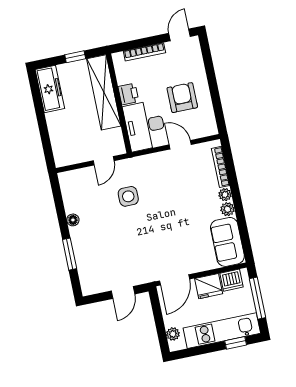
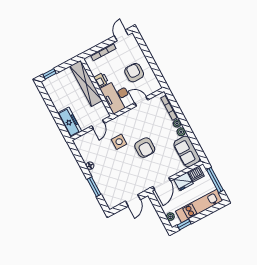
window: (75, 57) -> (50, 74), moved
freezer: (50, 89) -> (70, 122), moved
armchair: (165, 217) -> (145, 148), added
window: (236, 343) -> (184, 224), moved

